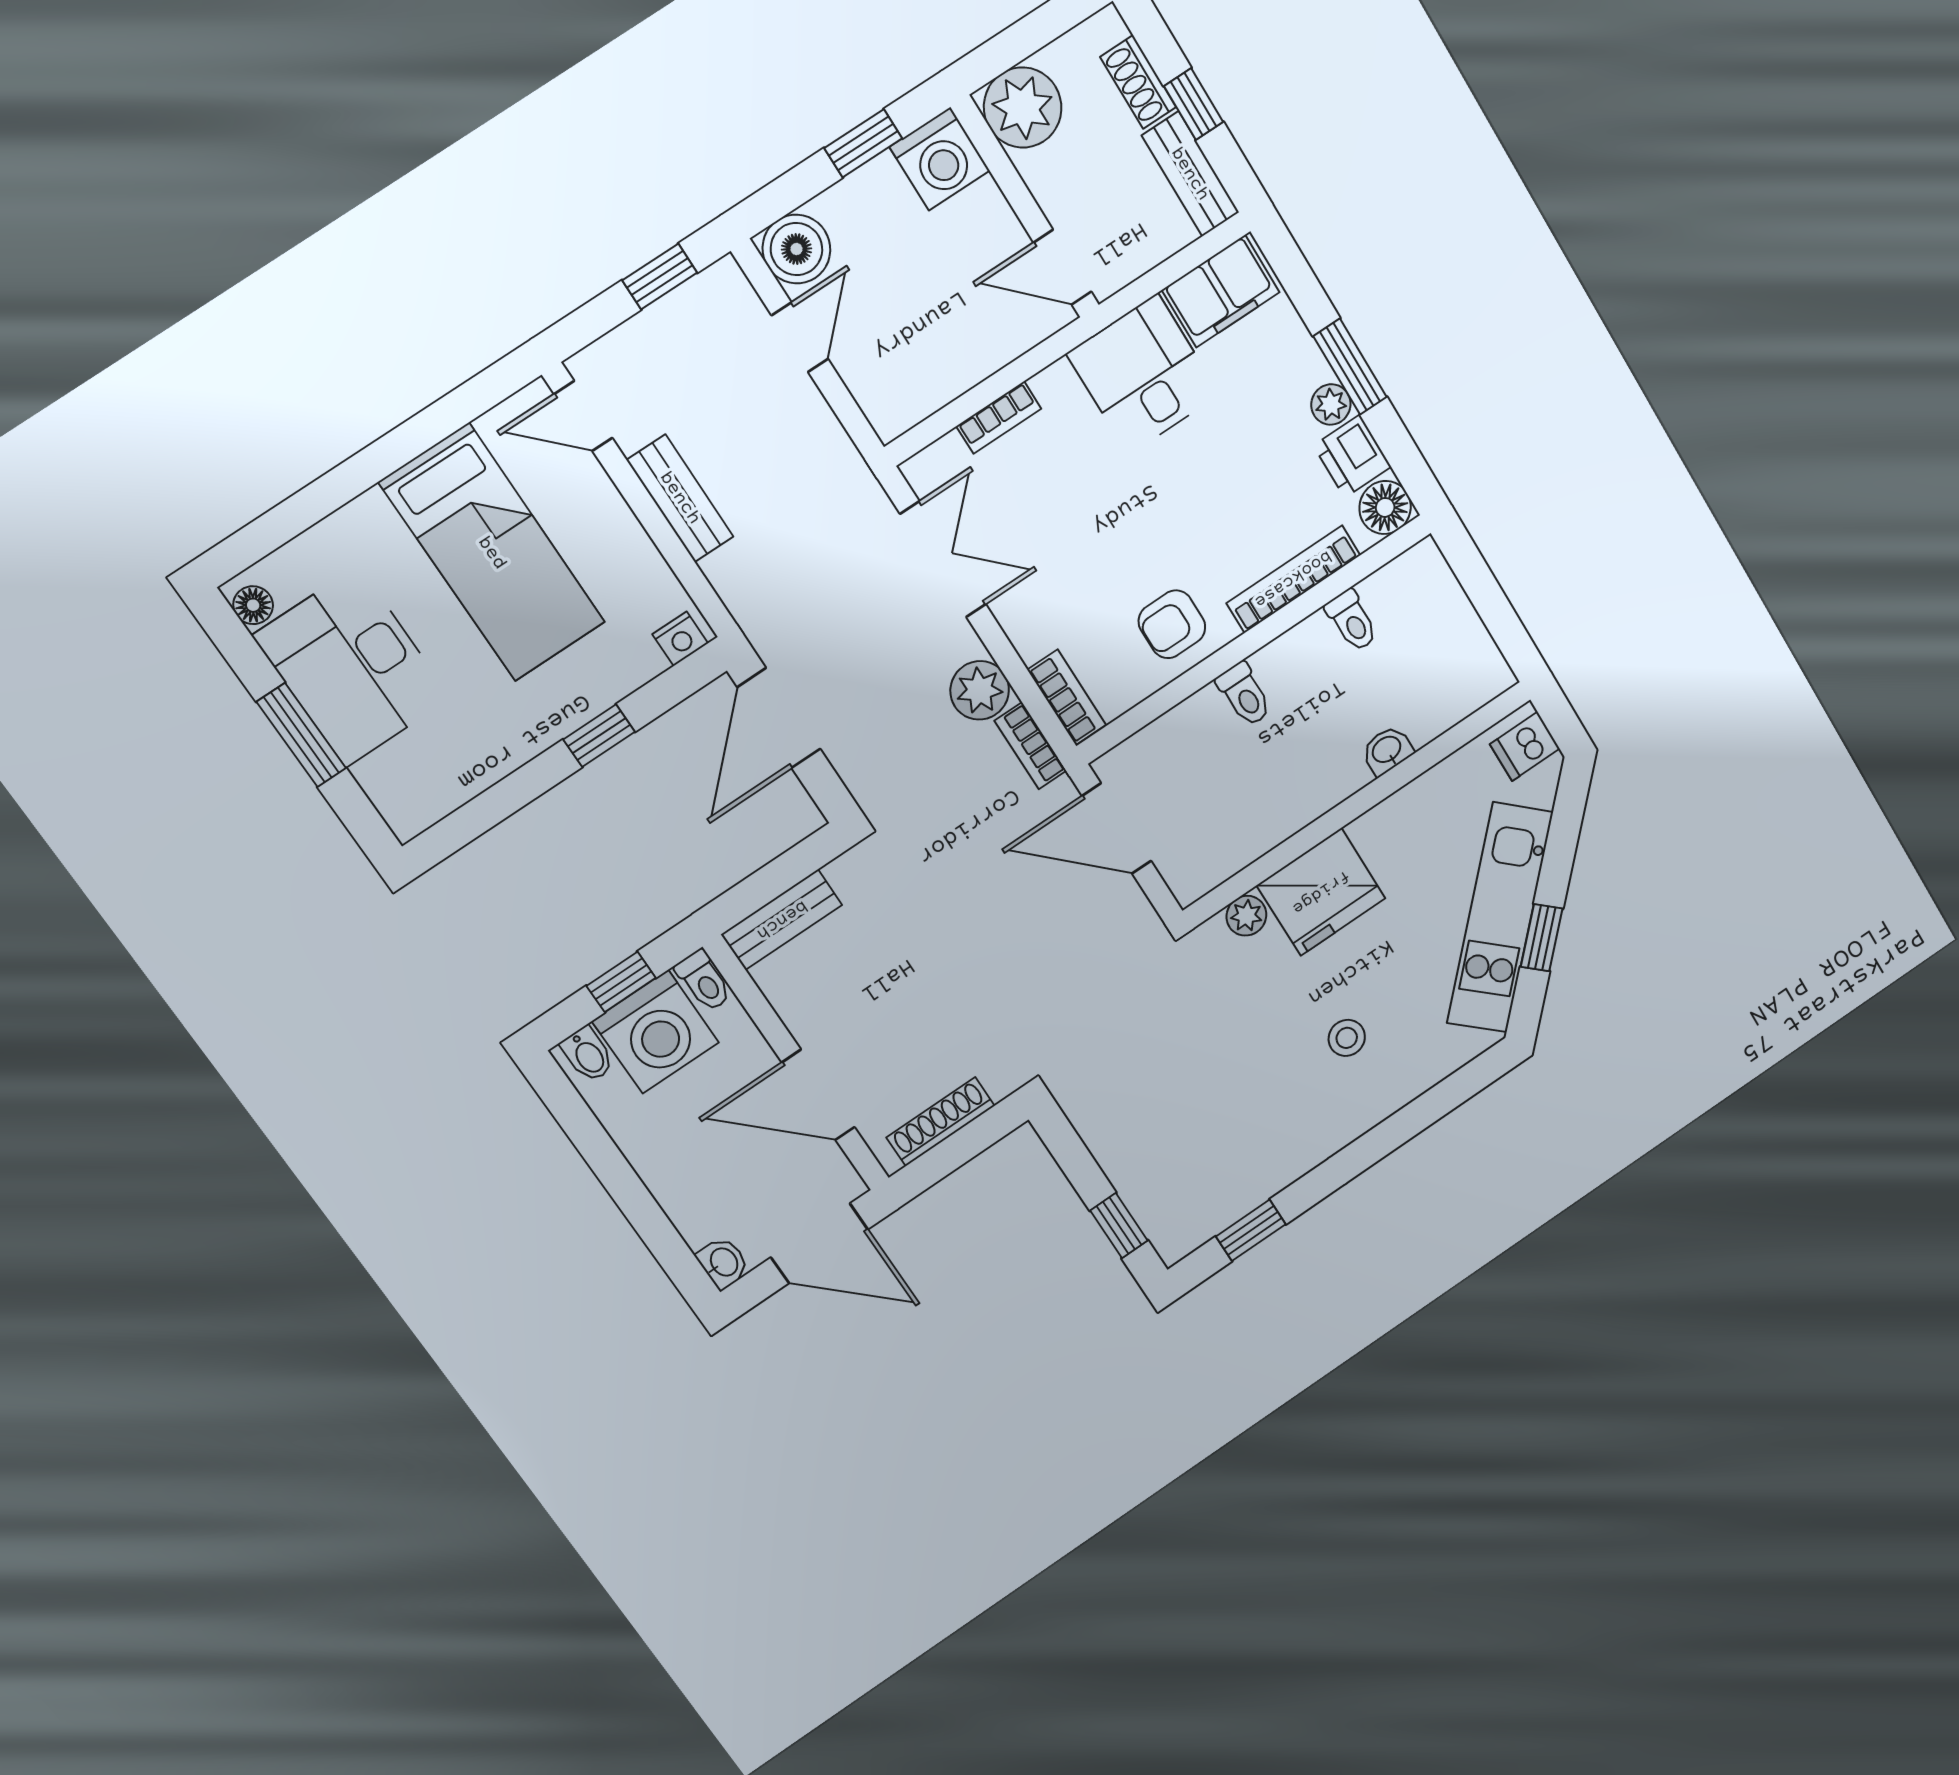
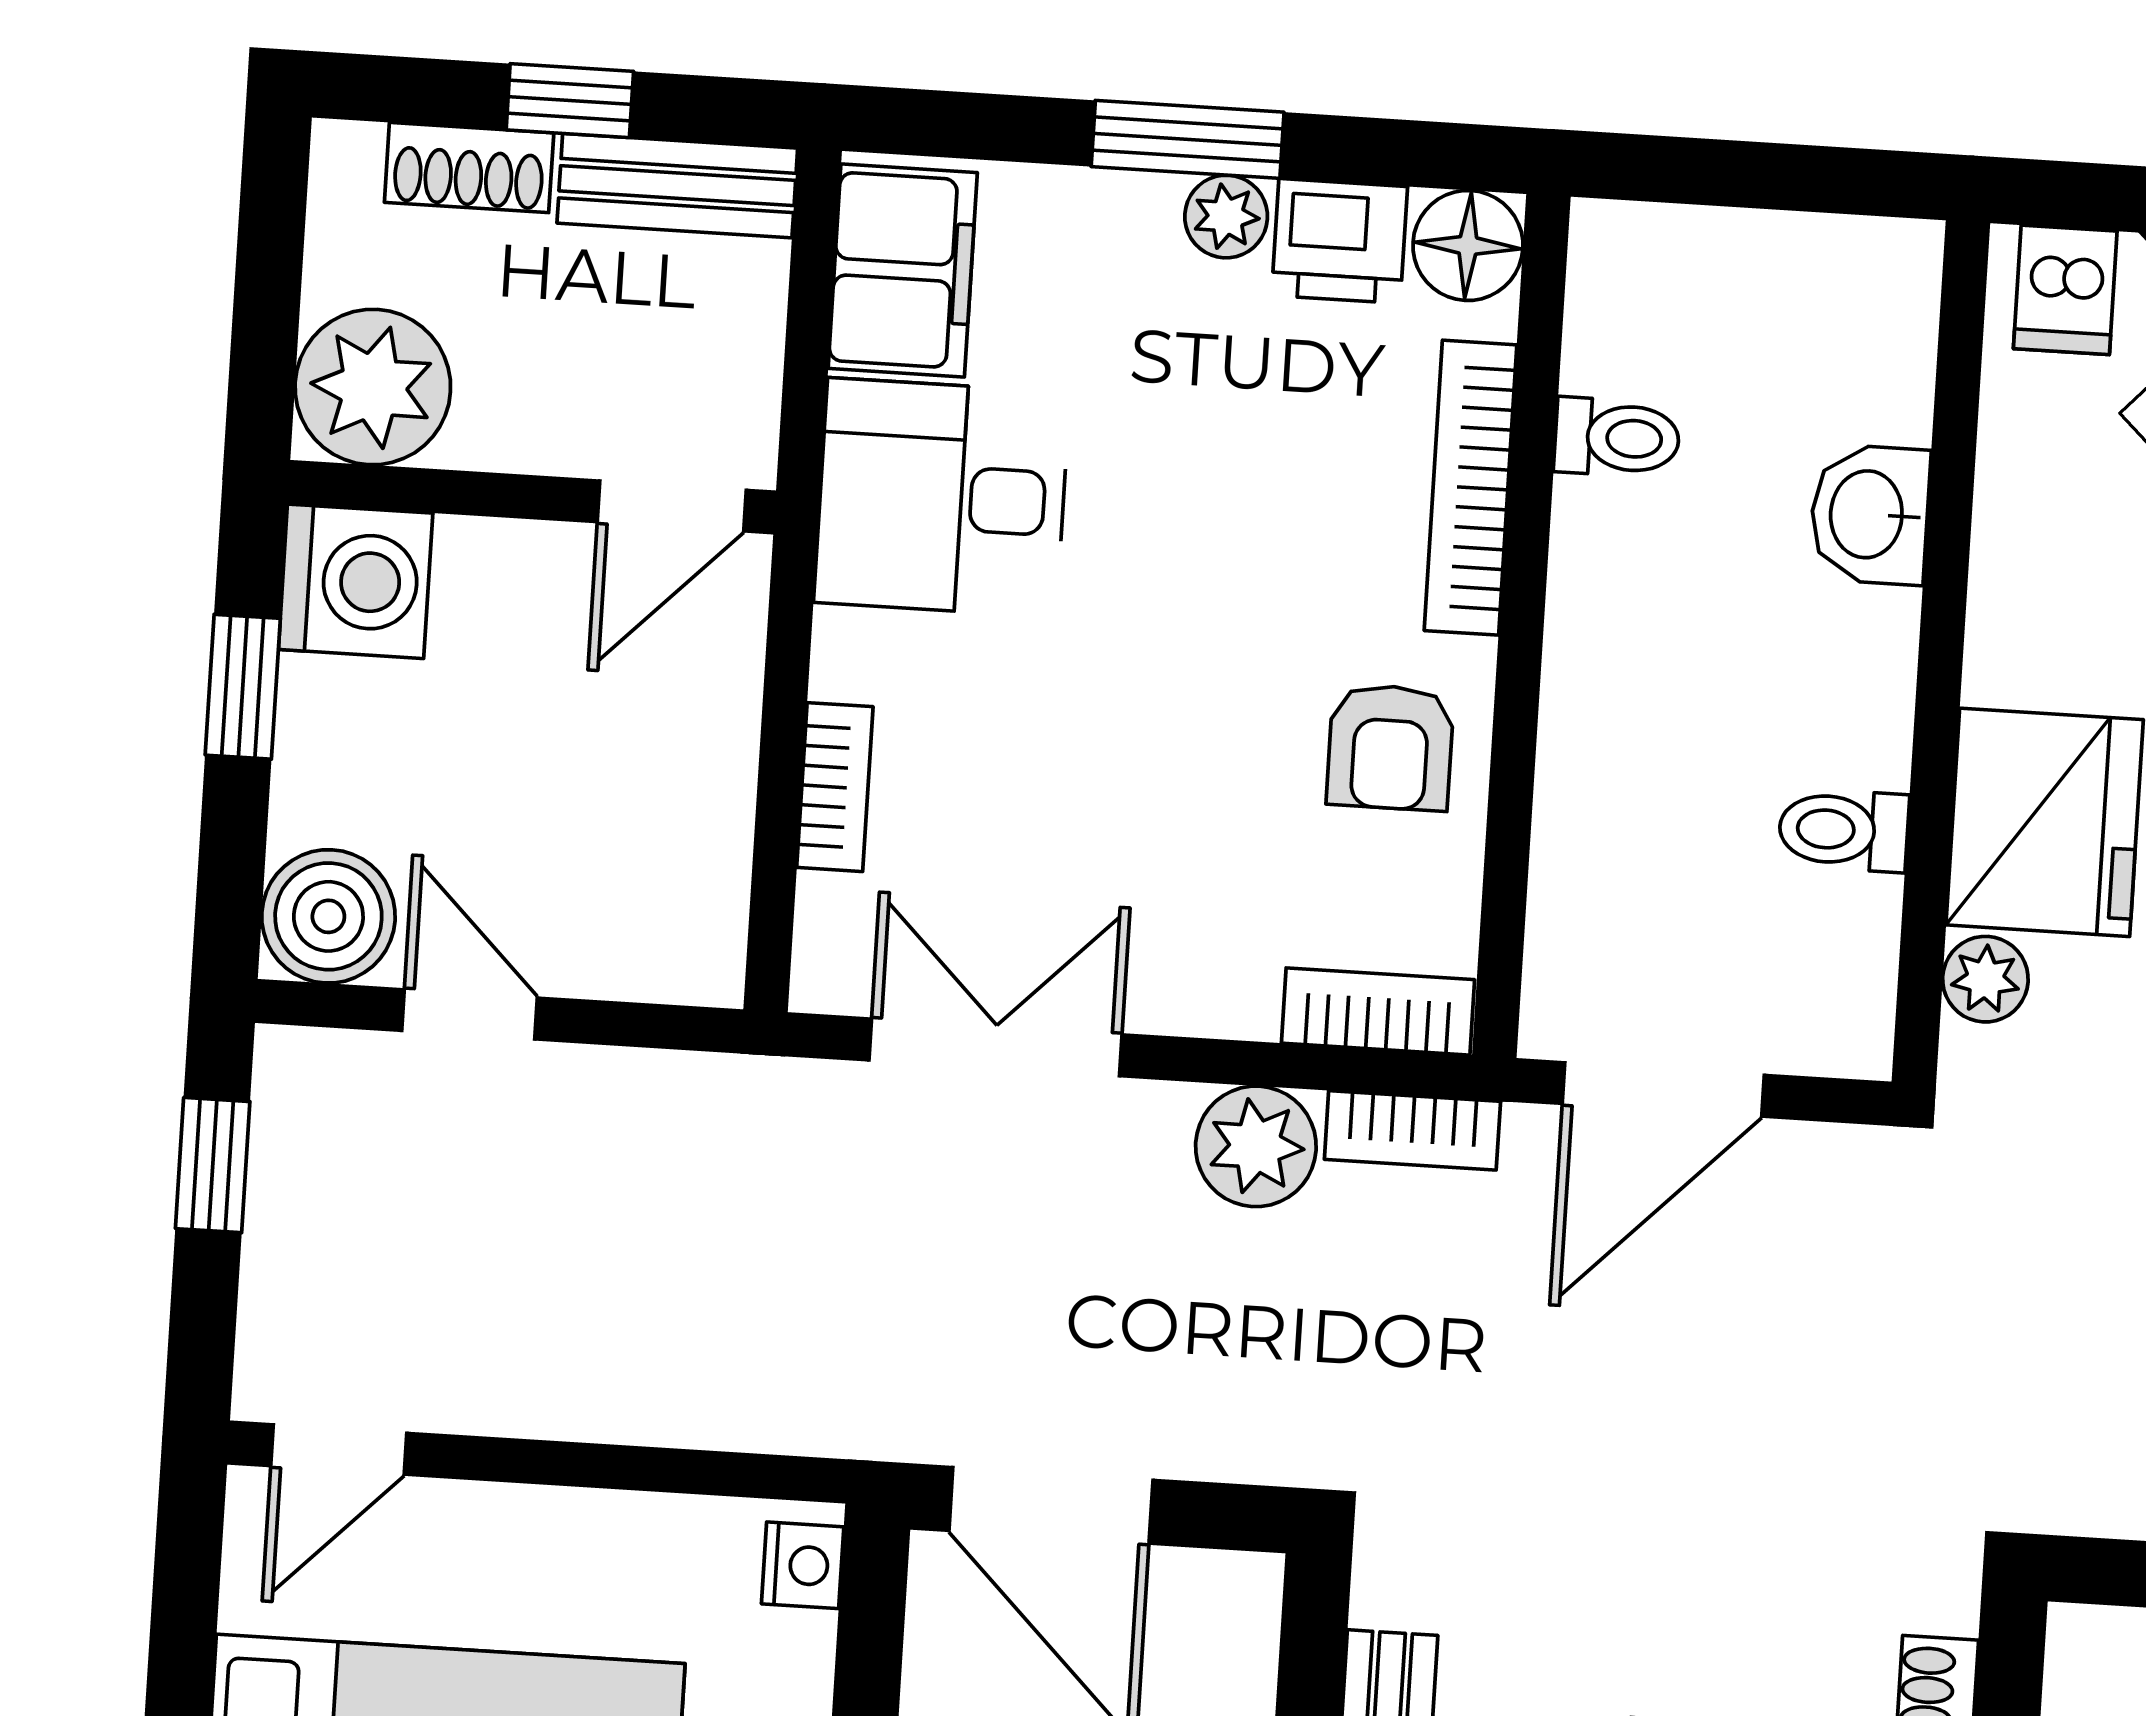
bench: (680, 498) -> (580, 1396), removed
toilet: (1244, 694) -> (1844, 830), moved, turned 180
washbasin: (1387, 750) -> (1870, 514), width x1.38, depth x1.45

